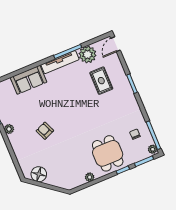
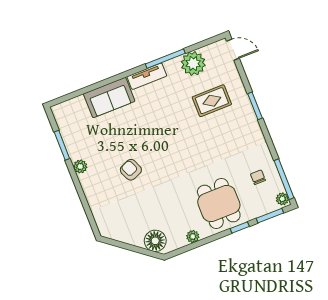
door: (116, 44) -> (233, 50), swing flipped
tv unit: (60, 62) -> (147, 76), width x0.71
rug: (101, 81) -> (212, 101), turned 90
floor lamp: (39, 174) -> (155, 241), moved

